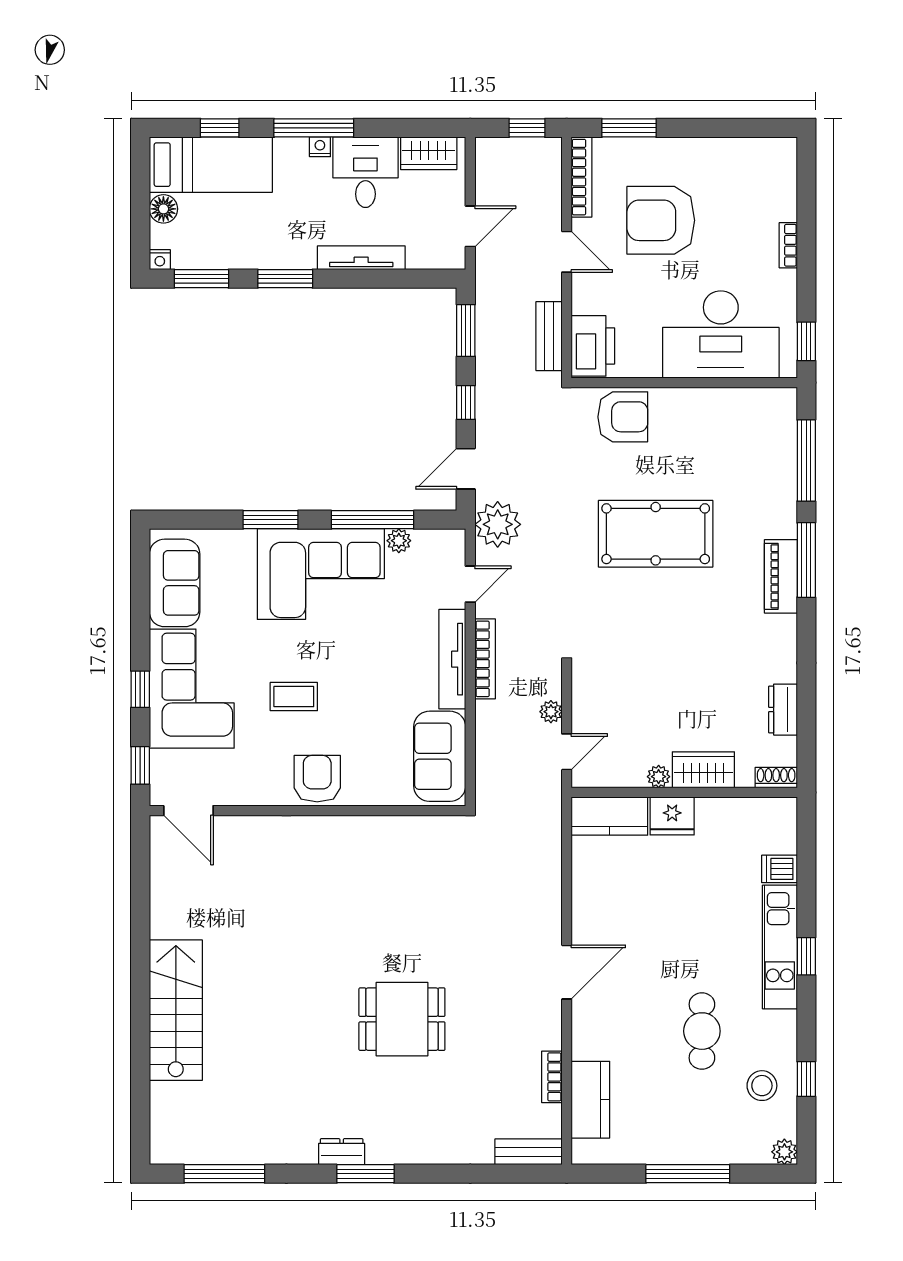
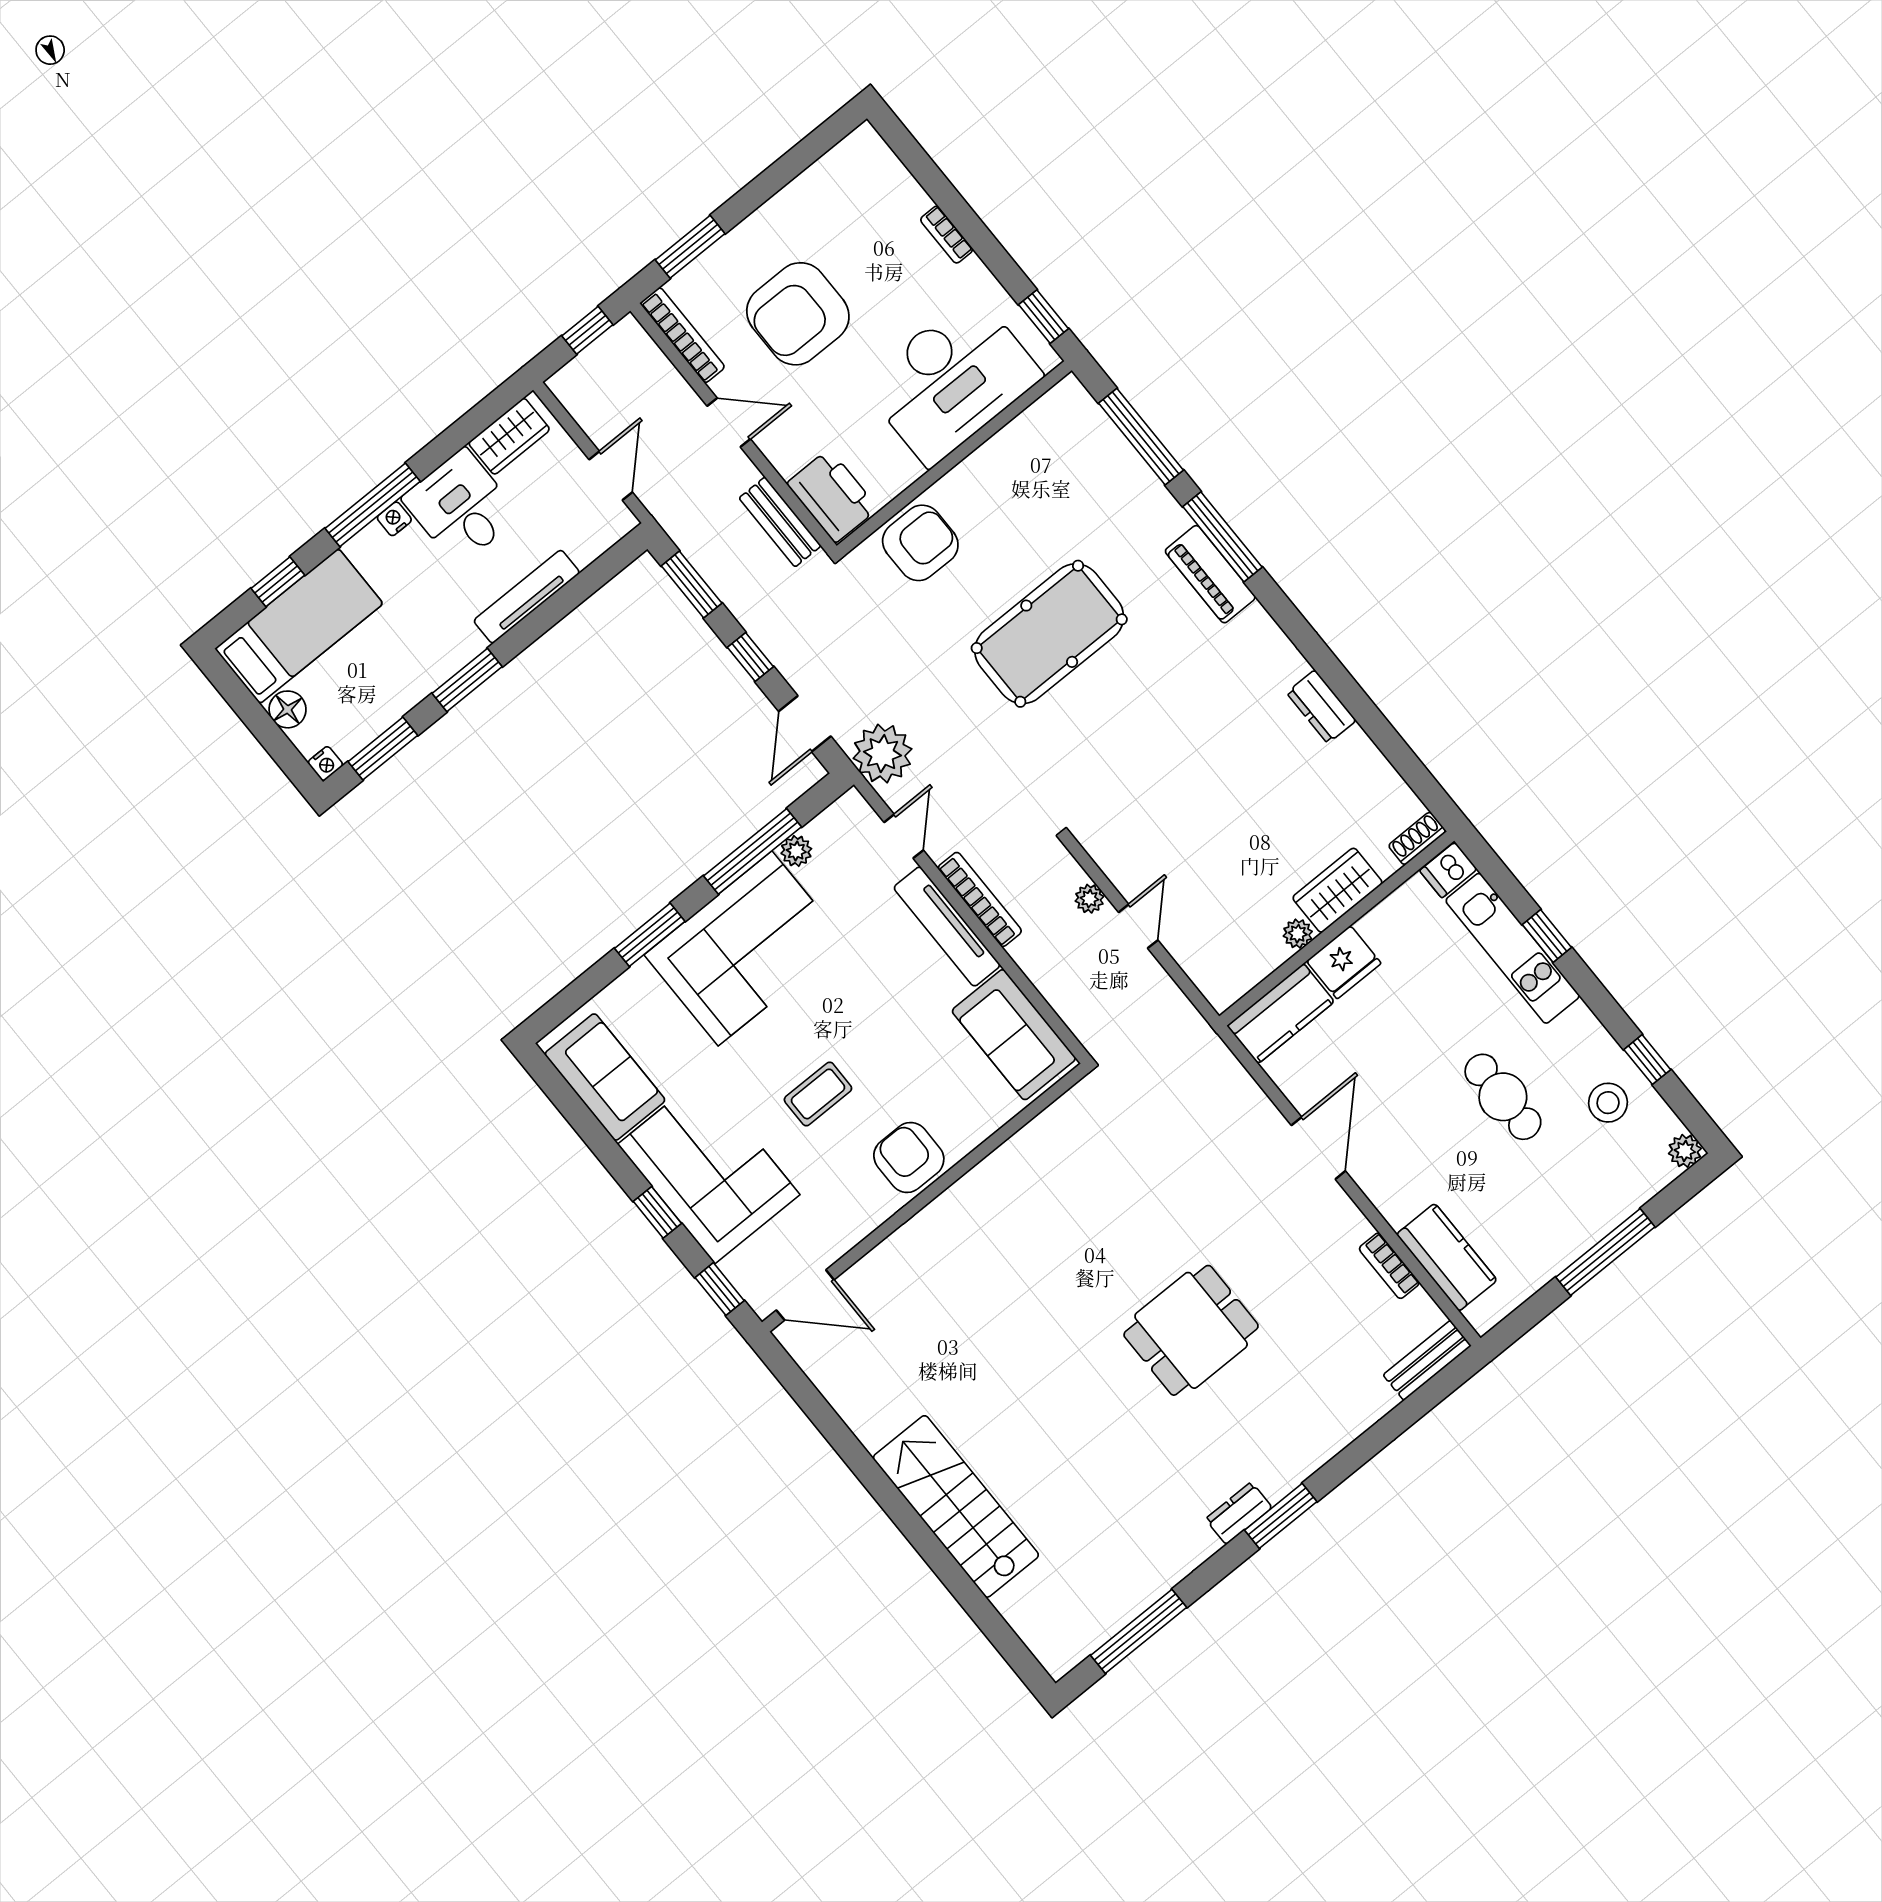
wardrobe: (703, 770) -> (1337, 890), moved
plant: (659, 777) -> (1298, 934), moved
shoe rack: (776, 778) -> (1417, 838), moved
wall: (684, 792) -> (1337, 929), moved
kitchen counter: (609, 816) -> (1281, 1014), moved
fridge: (672, 816) -> (1344, 962), moved

